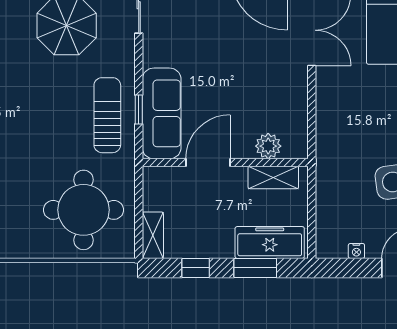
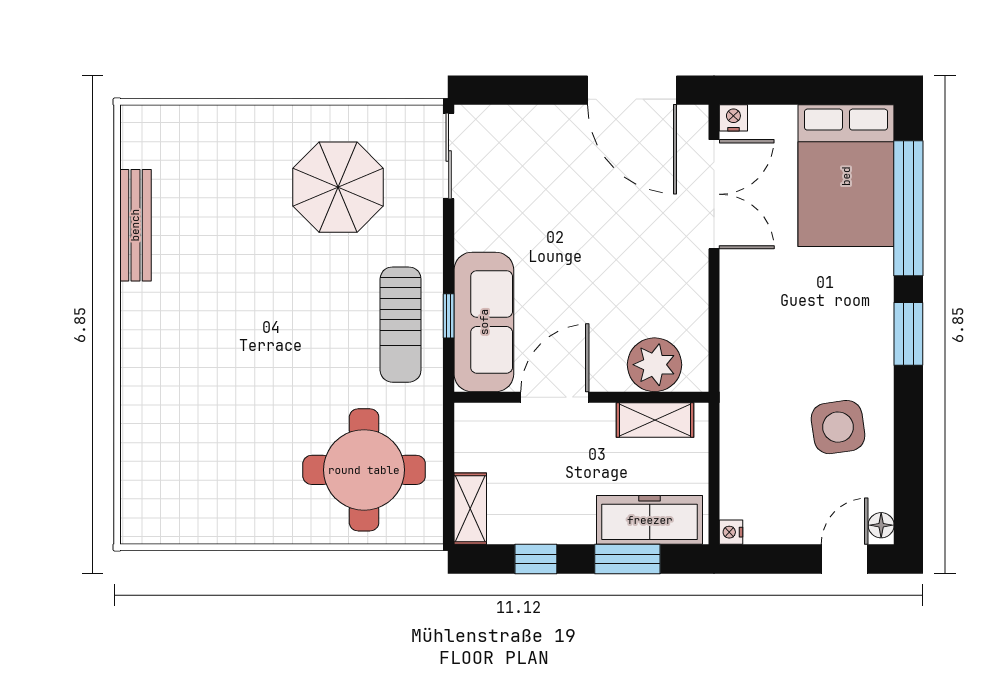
sun lounger: (107, 115) -> (401, 325), turned 180
plant: (268, 146) -> (654, 365), width x1.36, depth x1.36
nightstand: (356, 251) -> (731, 532), moved, turned 90

